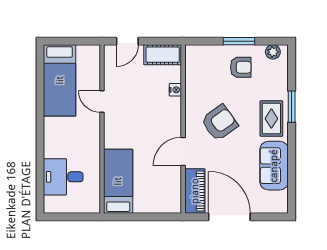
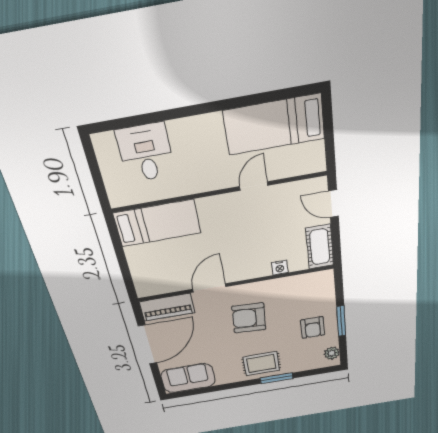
armchair: (219, 123) -> (249, 318), turned 130
door: (183, 152) -> (209, 288), hinge flipped
sofa: (274, 166) -> (188, 378), moved

